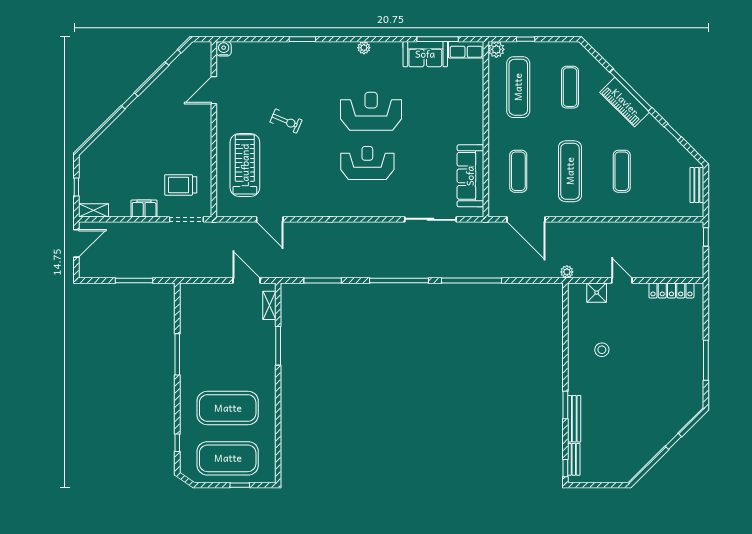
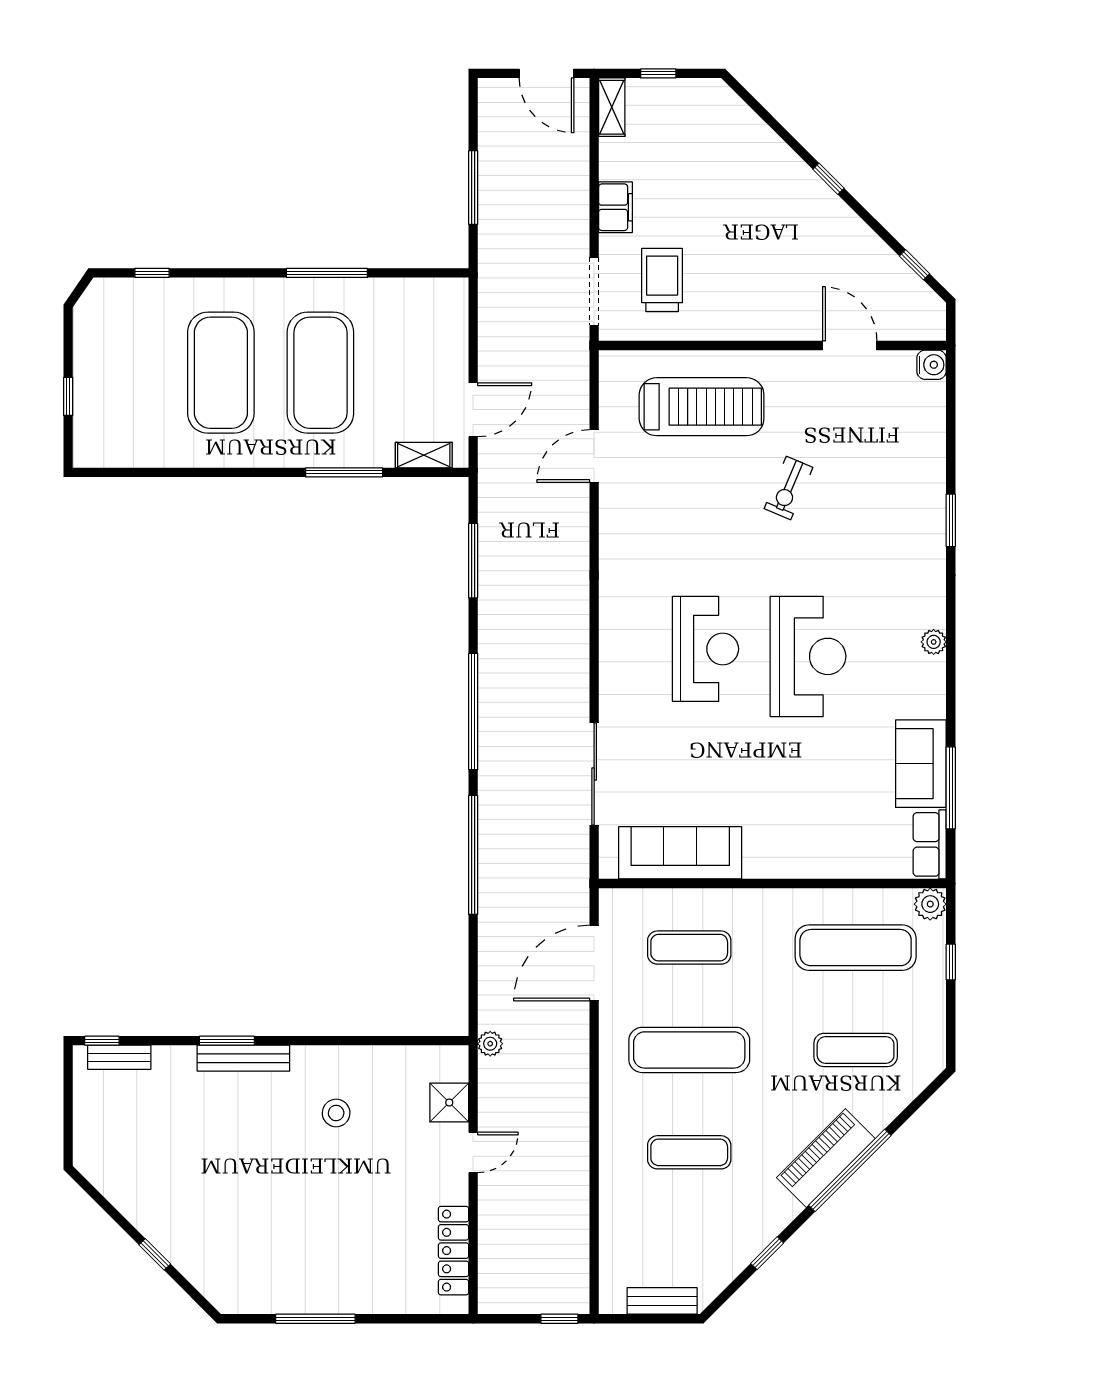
bench: (574, 419) -> (243, 1058), moved
exercise mat: (228, 458) -> (320, 373), moved

